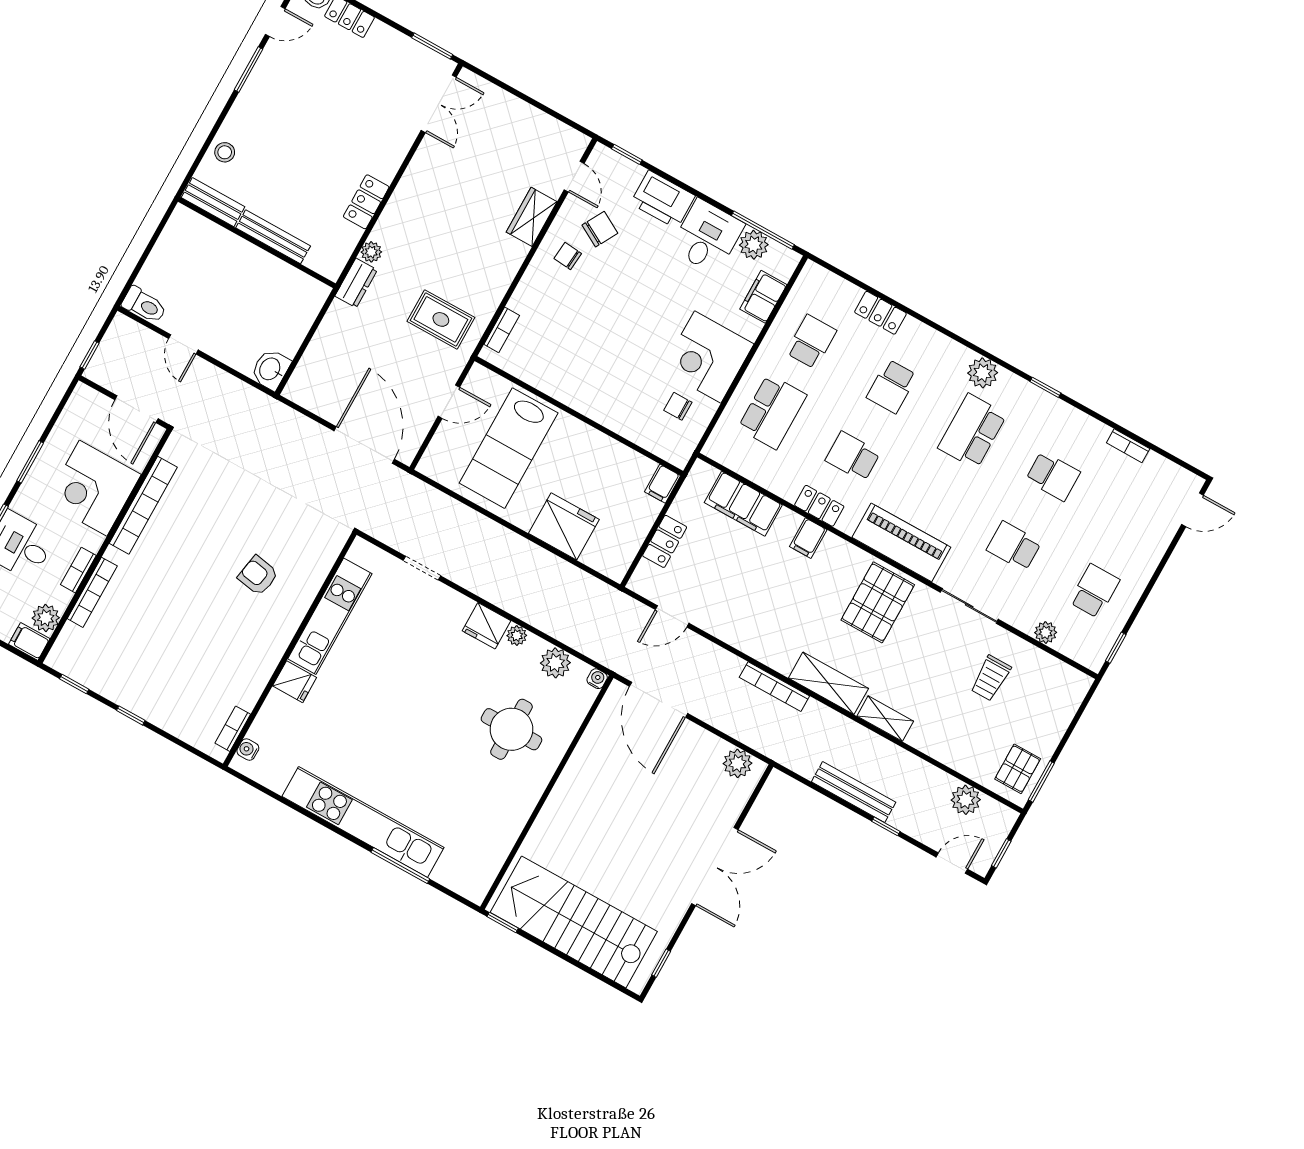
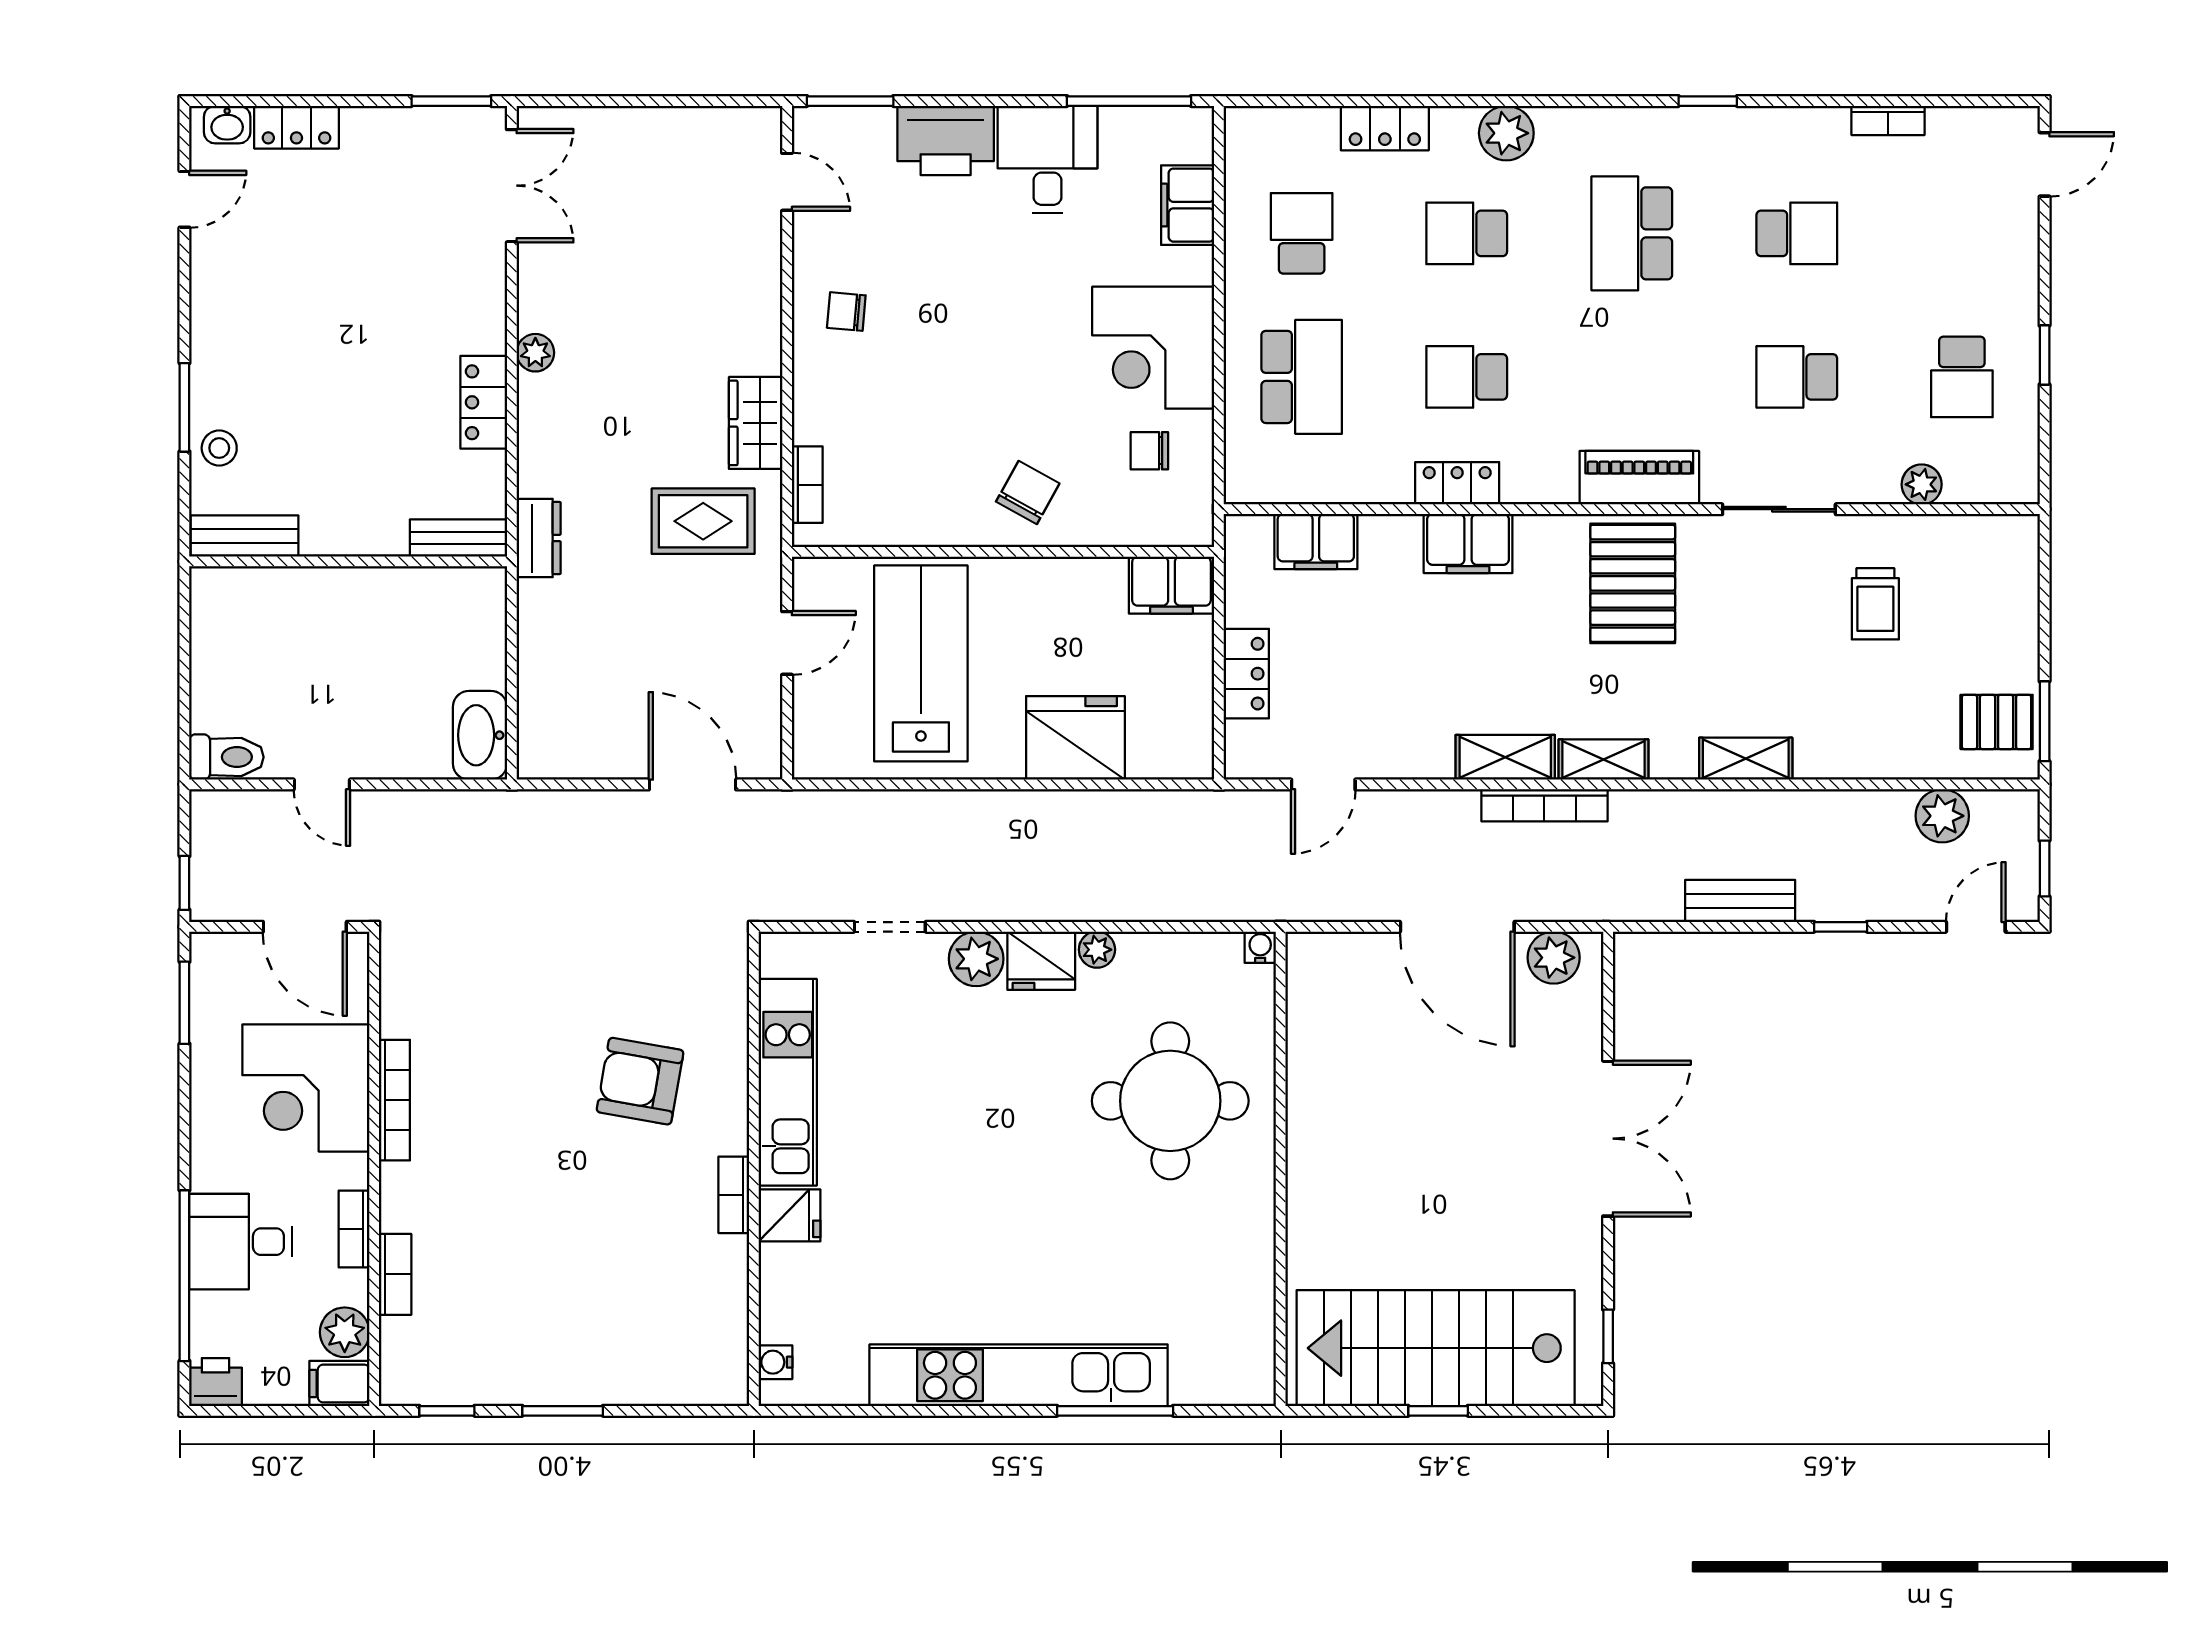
window: (249, 69) -> (184, 407), moved
window: (627, 154) -> (850, 101), width x1.50
wardrobe: (532, 217) -> (756, 423), moved
chair: (600, 229) -> (1028, 493), moved
bench: (273, 237) -> (458, 538), moved, width x0.73
plant: (754, 245) -> (1127, 132), removed
plant: (371, 252) -> (535, 353), moved
washbasin: (271, 369) -> (480, 735), width x1.38
plant: (983, 373) -> (1506, 133), moved
school desk: (892, 386) -> (1467, 233), turned 90
door: (364, 445) -> (692, 784), width x0.73
lab bench: (509, 448) -> (921, 663), turned 180
window: (30, 462) -> (184, 1003), moved
filing cabinet: (663, 484) -> (1171, 585), width x2.00
filing cabinet: (743, 504) -> (1316, 542), width x0.67, depth x0.86
bookcase: (143, 505) -> (394, 1100), width x0.68, depth x0.76
filing cabinet: (808, 538) -> (1468, 544), width x2.00
piano: (901, 542) -> (1639, 478), width x0.73, depth x0.75
armchair: (258, 576) -> (640, 1081), width x1.38, depth x1.38
school desk: (1094, 591) -> (1962, 377), turned 180
bookcase: (92, 592) -> (395, 1274), width x0.64
window: (1116, 648) -> (2045, 355), moved
shelving: (768, 653) -> (1505, 757), added
plant: (555, 663) -> (976, 959), moved
shelving: (828, 683) -> (1603, 760), width x0.67, depth x0.75
door: (659, 700) -> (1457, 927), moved
window: (131, 715) -> (563, 1411), width x1.50
bookcase: (233, 729) -> (734, 1195), moved
round table: (511, 729) -> (1170, 1101), width x1.36, depth x1.36
pallet: (1018, 769) -> (1997, 722), turned 90
bench: (854, 792) -> (1740, 901), width x0.73
window: (503, 922) -> (1438, 1411), moved

